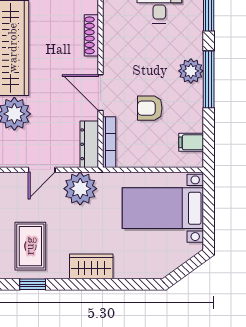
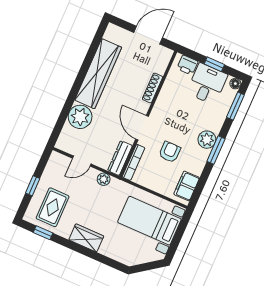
window: (209, 79) -> (216, 150), width x0.69
armchair: (150, 108) -> (170, 152), turned 90
filing cabinet: (191, 142) -> (187, 186), width x2.00
plant: (80, 189) -> (104, 179), width x0.53, depth x0.53

